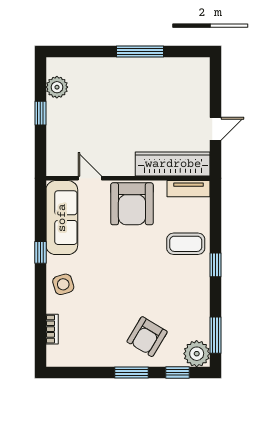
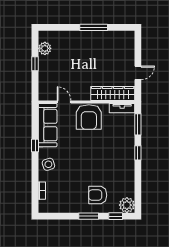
coffee table: (186, 244) -> (120, 140), removed
window: (216, 335) -> (138, 124), moved
armchair: (147, 337) -> (98, 195), turned 59

